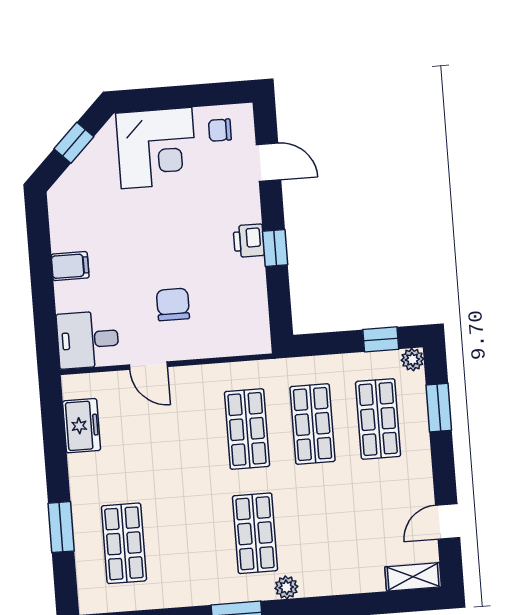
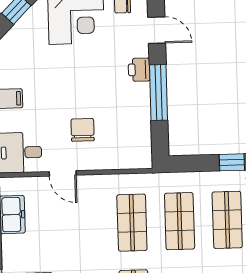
printer: (249, 241) -> (139, 70), moved
window: (275, 248) -> (158, 92), width x2.17

